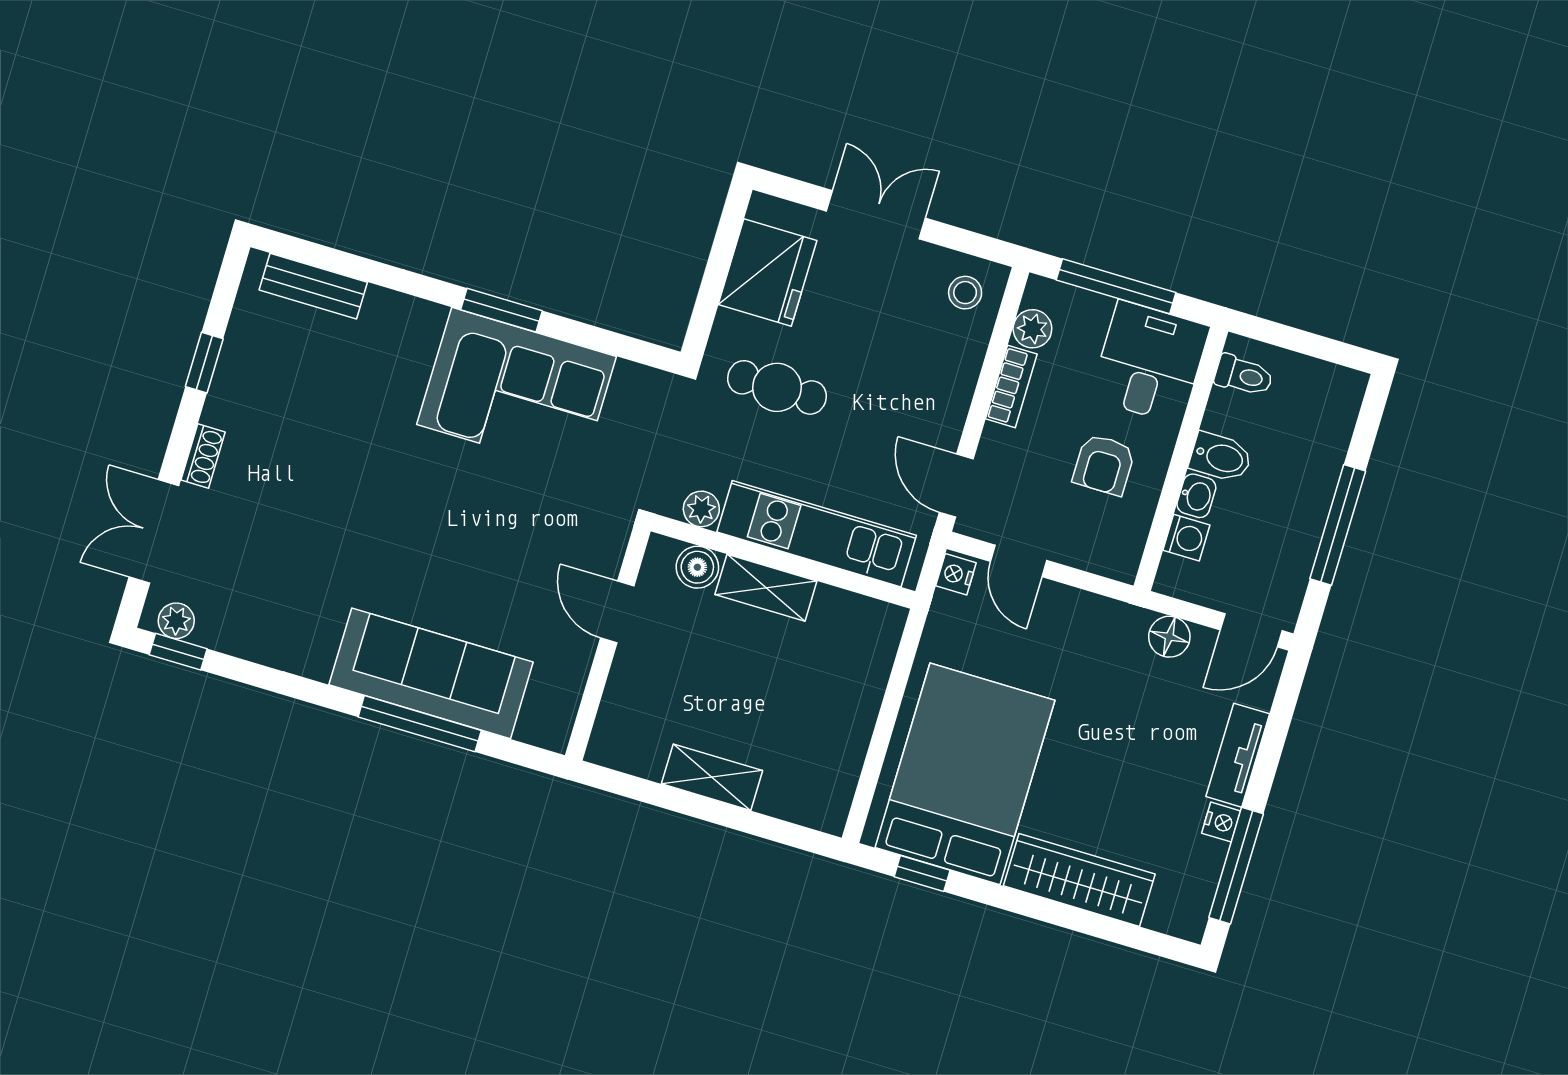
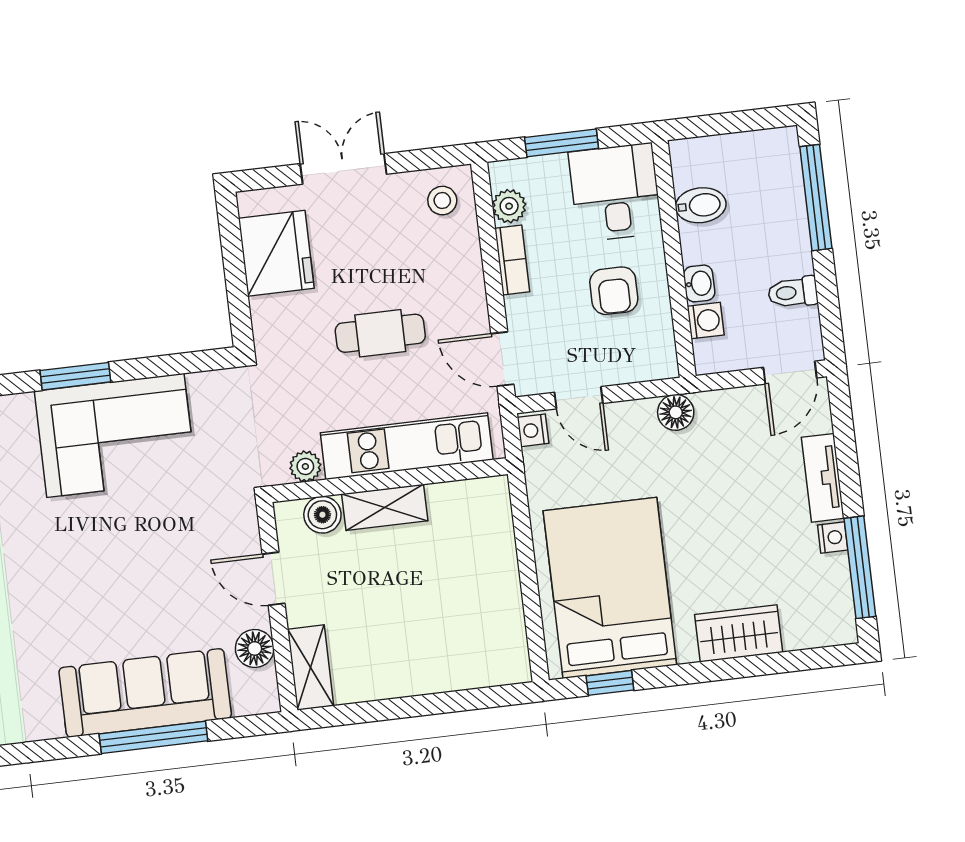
window: (1116, 286) -> (562, 143), width x0.69
toilet: (1244, 376) -> (793, 292), moved, turned 180
cafe table: (777, 387) -> (380, 333), moved
bidet: (1221, 457) -> (701, 205), moved
window: (1338, 525) -> (816, 198), moved
floor lamp: (1169, 637) -> (676, 412), moved
floor lamp: (566, 676) -> (255, 648), added
shelving: (712, 777) -> (311, 668), moved, turned 90
wardrobe: (1079, 880) -> (739, 633), width x0.67

